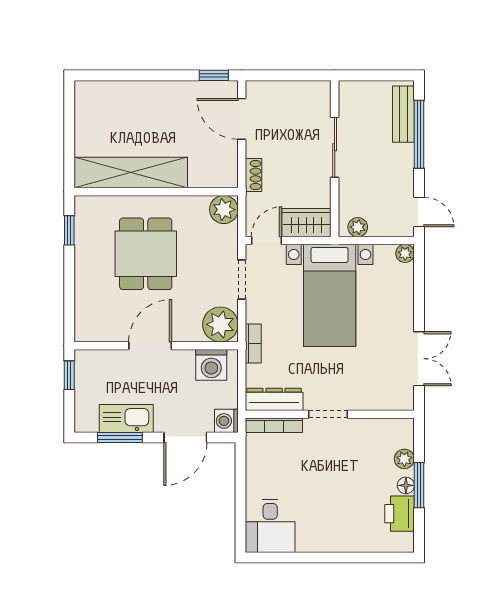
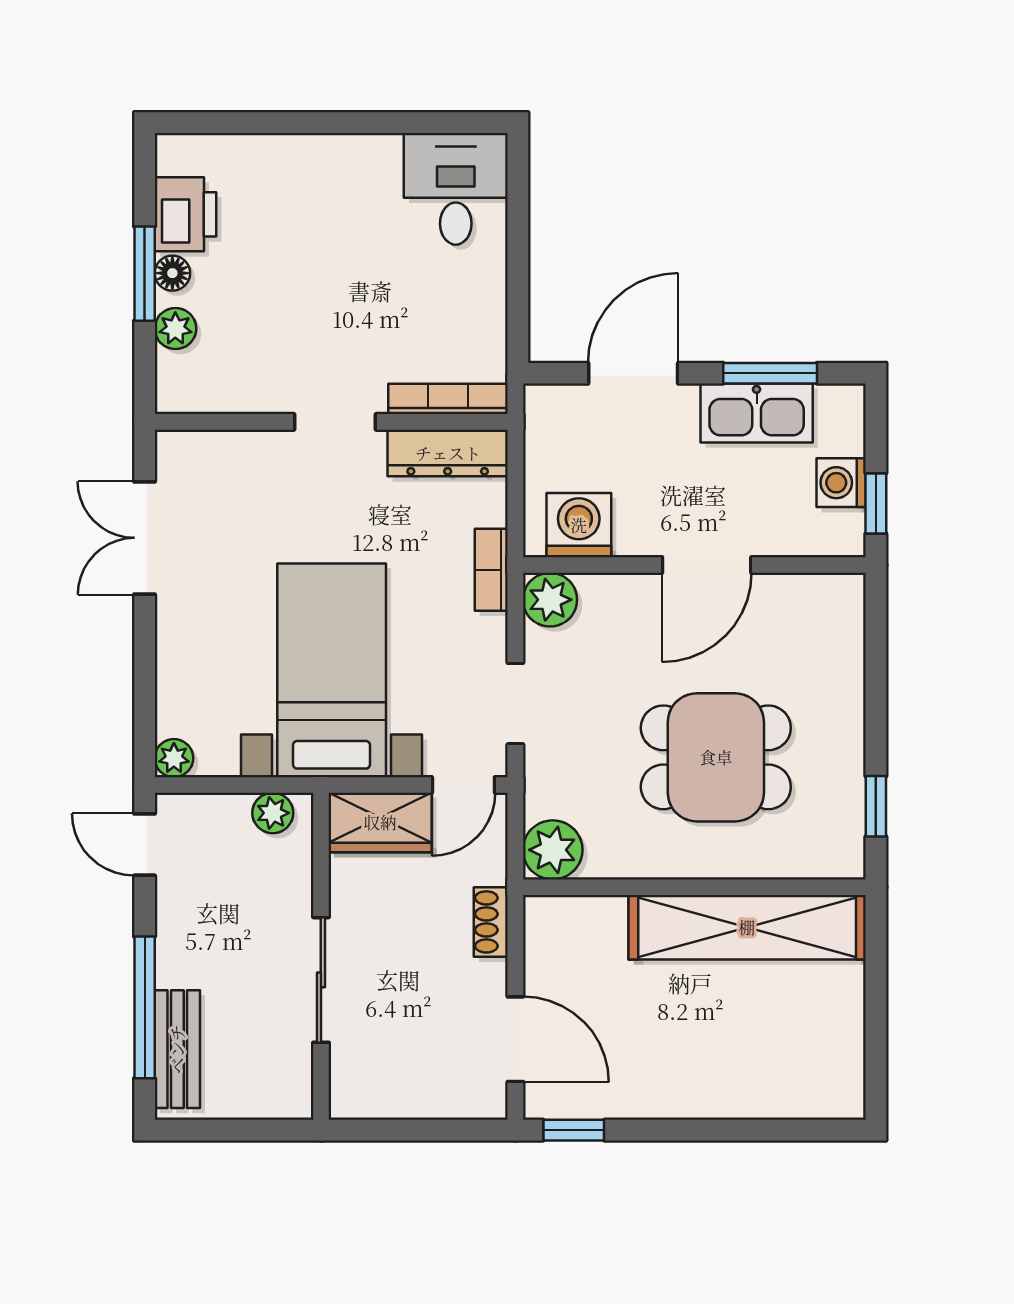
dining table: (146, 254) -> (716, 757), turned 90
plant: (220, 324) -> (550, 600), width x0.73, depth x0.73
washing machine: (226, 421) -> (841, 483), moved, turned 180

